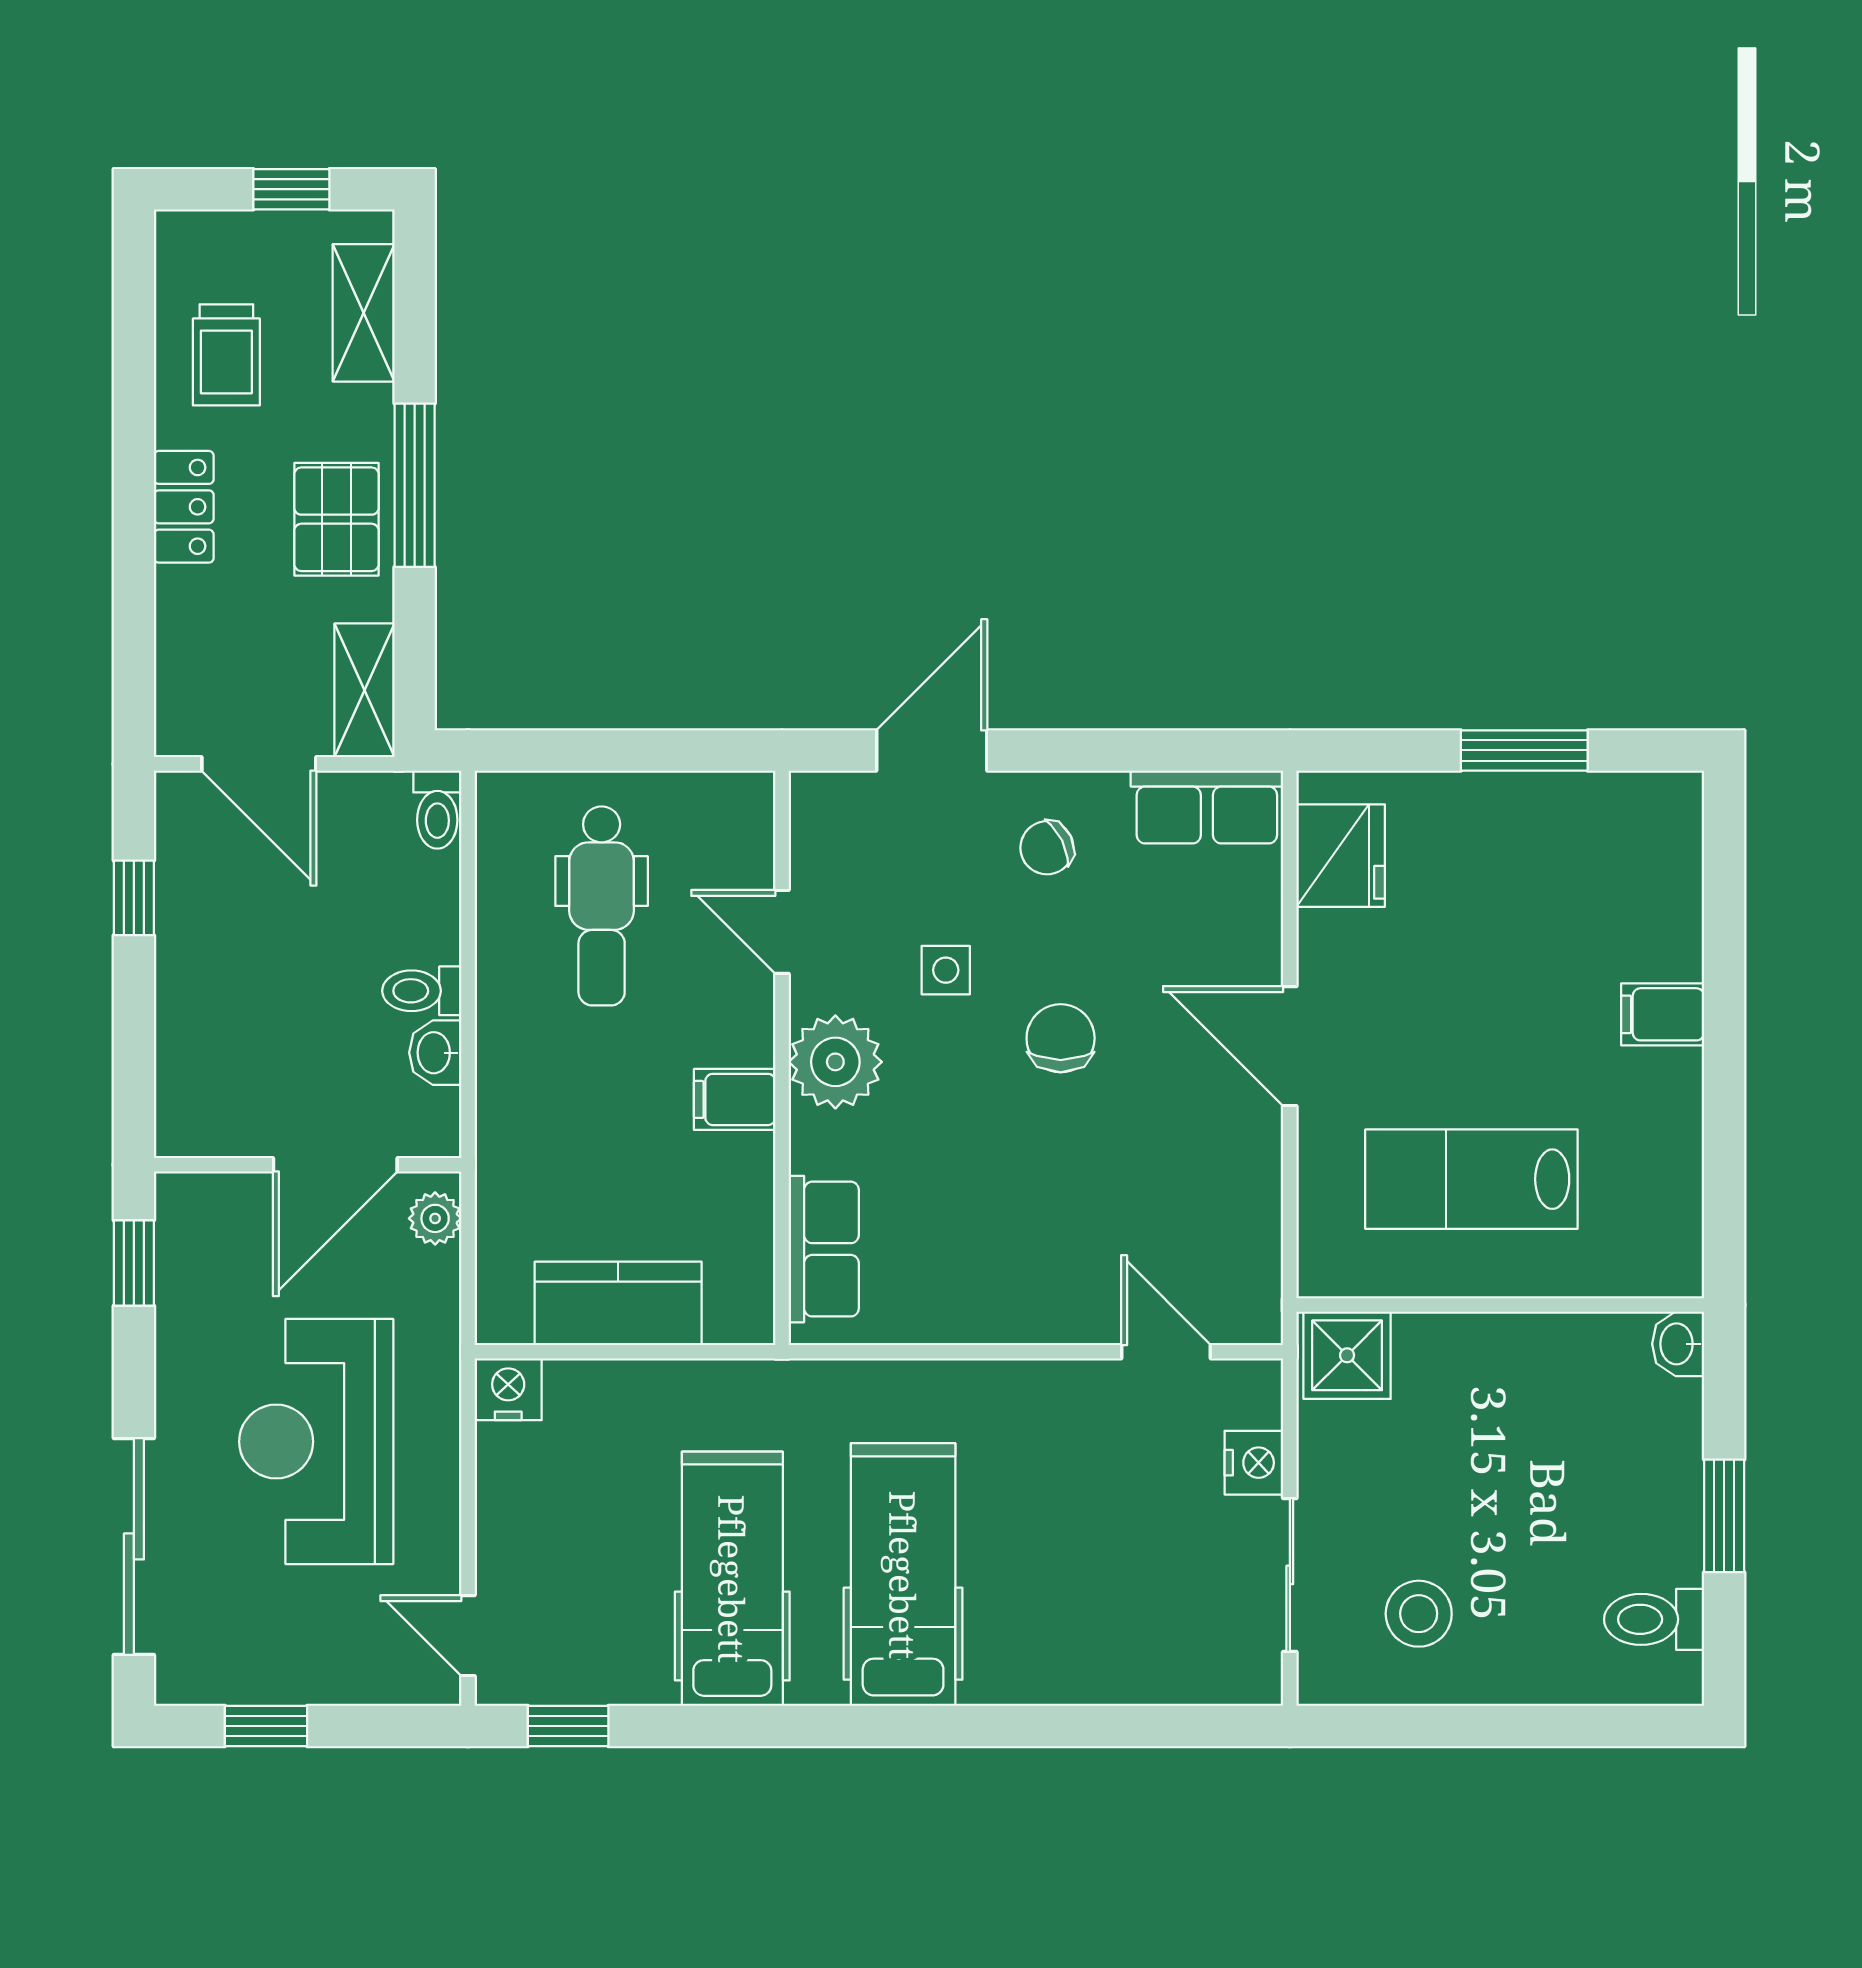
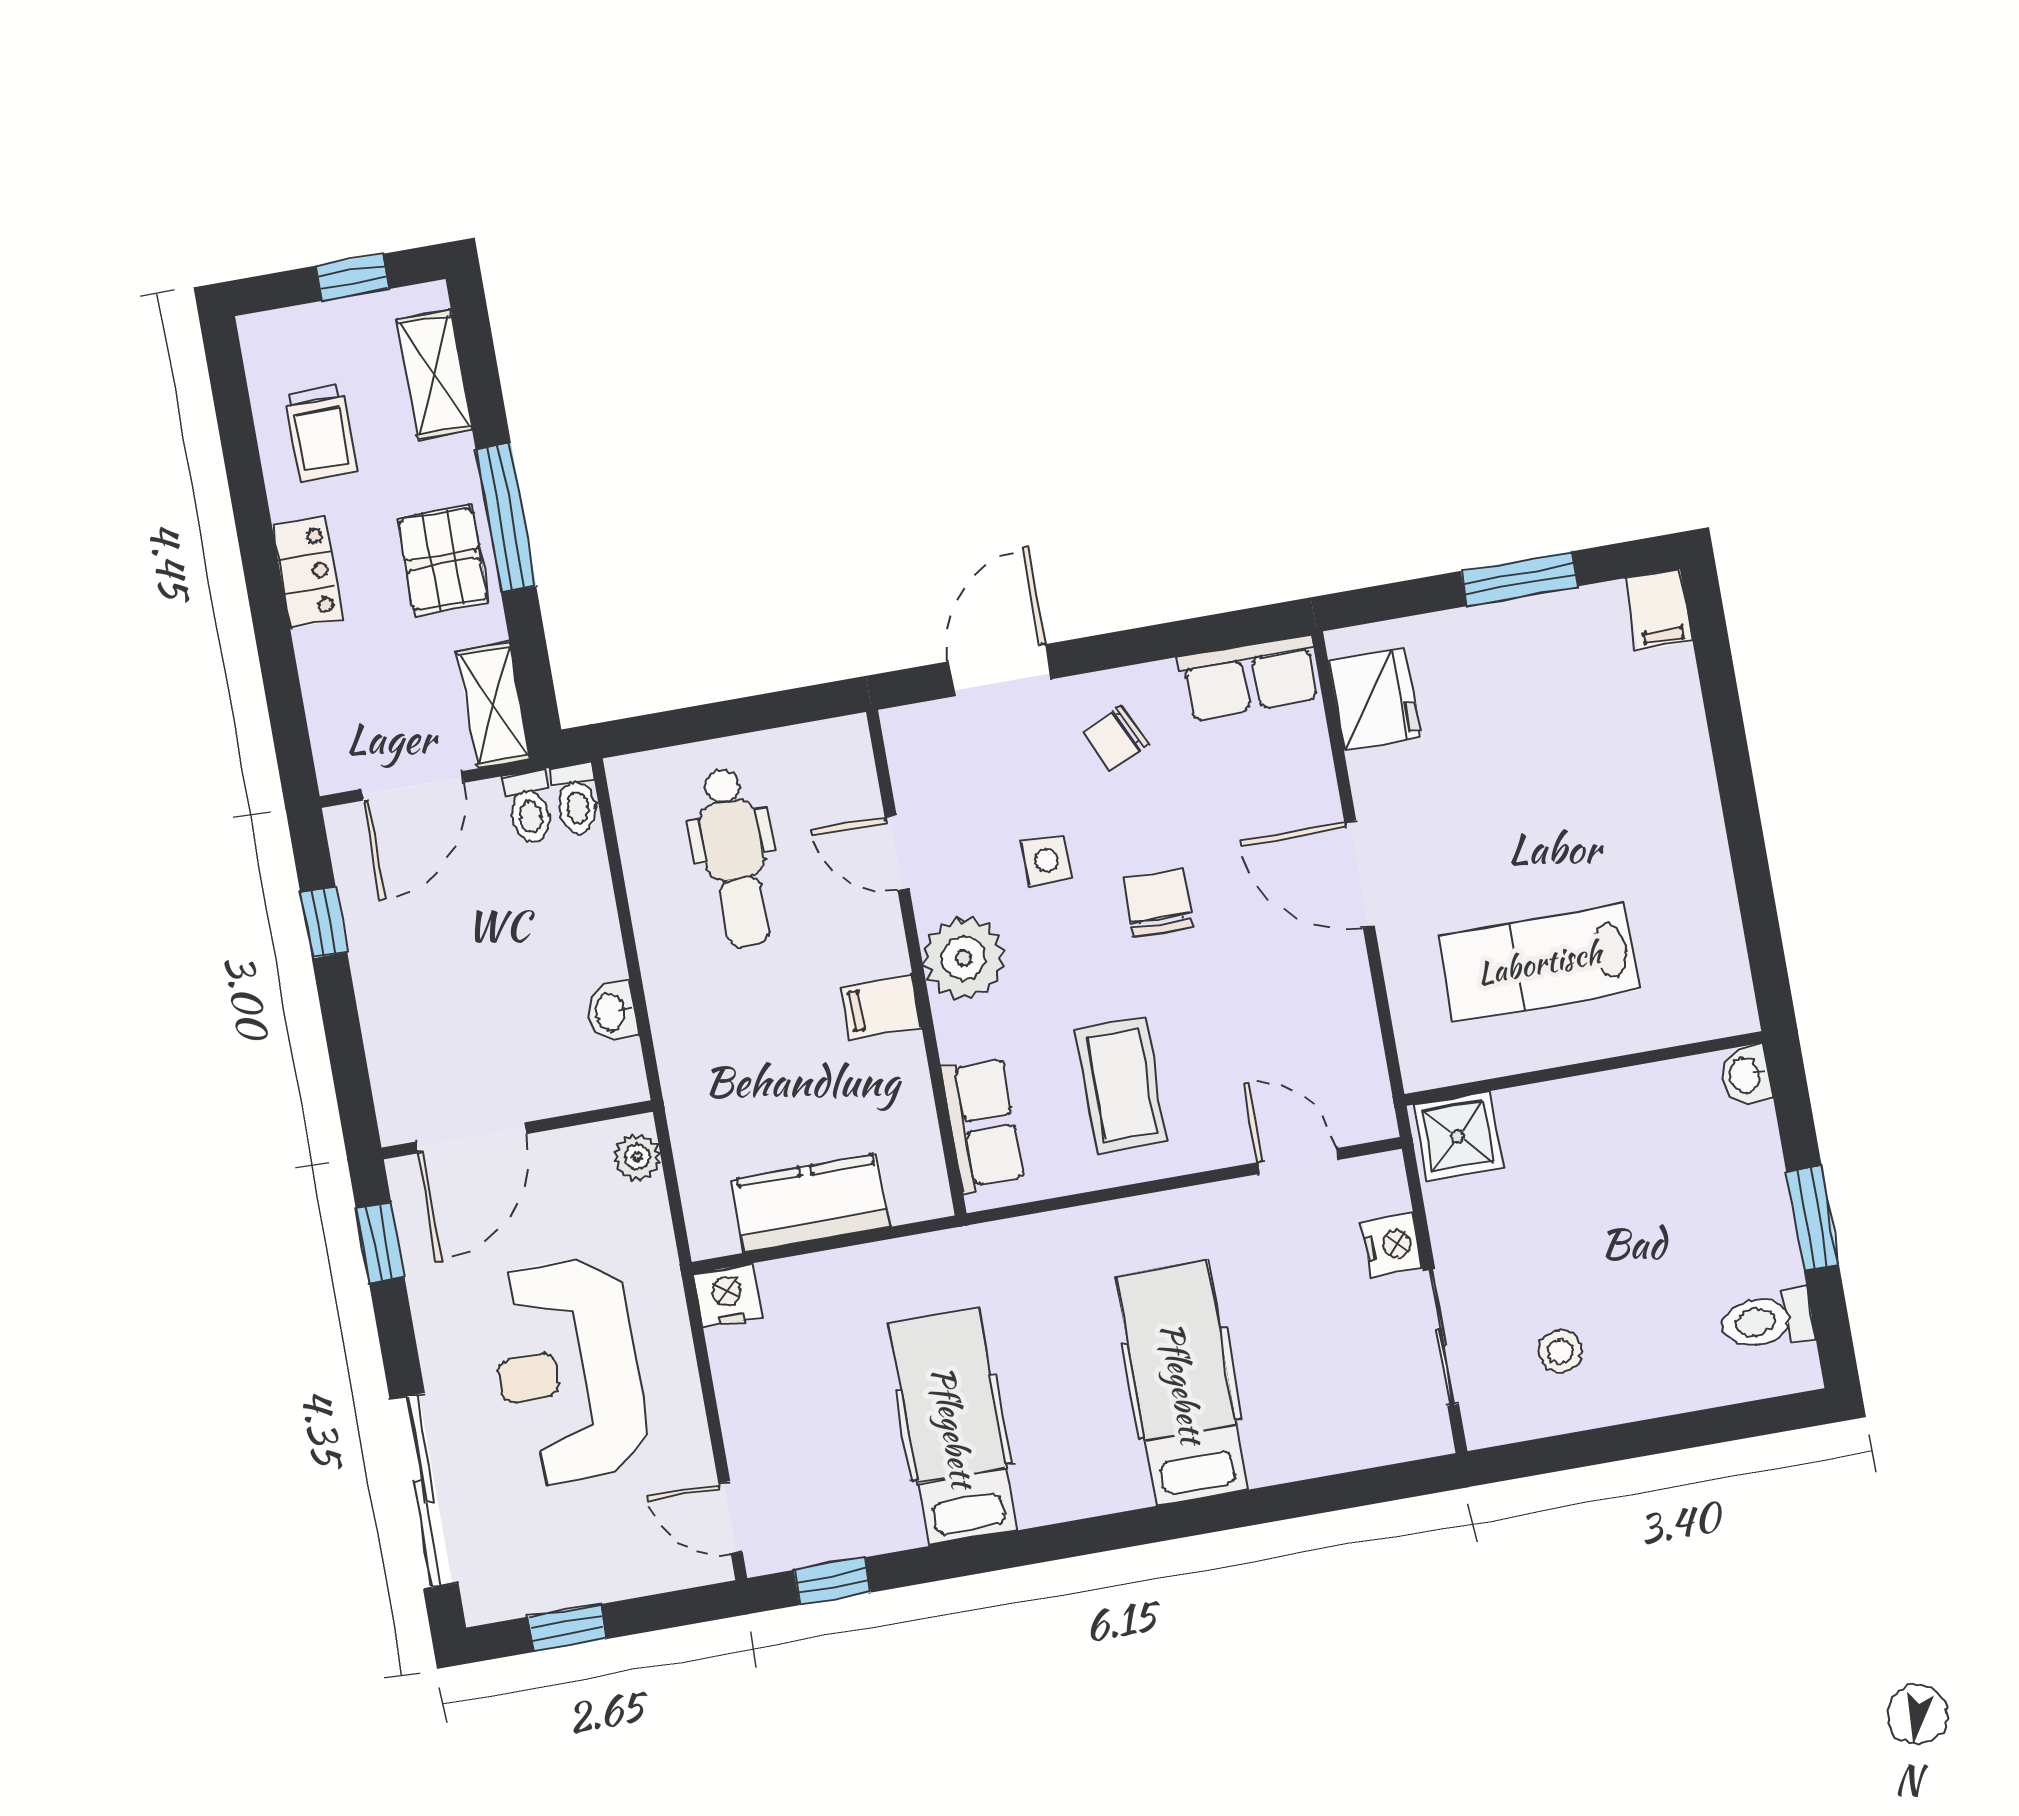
door: (259, 764) -> (413, 786), hinge flipped
toilet: (422, 991) -> (529, 807), moved, turned -90
filing cabinet: (1663, 1014) -> (1659, 610), moved, turned -90
door: (335, 1165) -> (471, 1138), moved
coffee table: (985, 1233) -> (1121, 1085), added
hospital bed: (903, 1575) -> (1182, 1383), moved
stool: (1419, 1614) -> (1560, 1351), width x0.73, depth x0.73

